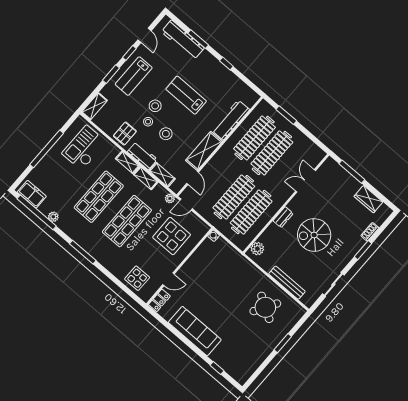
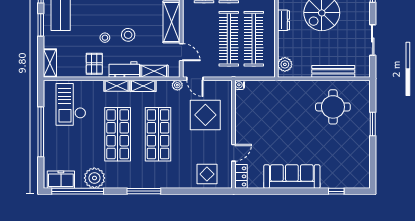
stool: (155, 106) -> (99, 20), removed
door: (186, 204) -> (195, 79), hinge flipped
plant: (53, 217) -> (94, 178), width x1.88, depth x1.88
round table: (265, 307) -> (333, 107), turned -31

